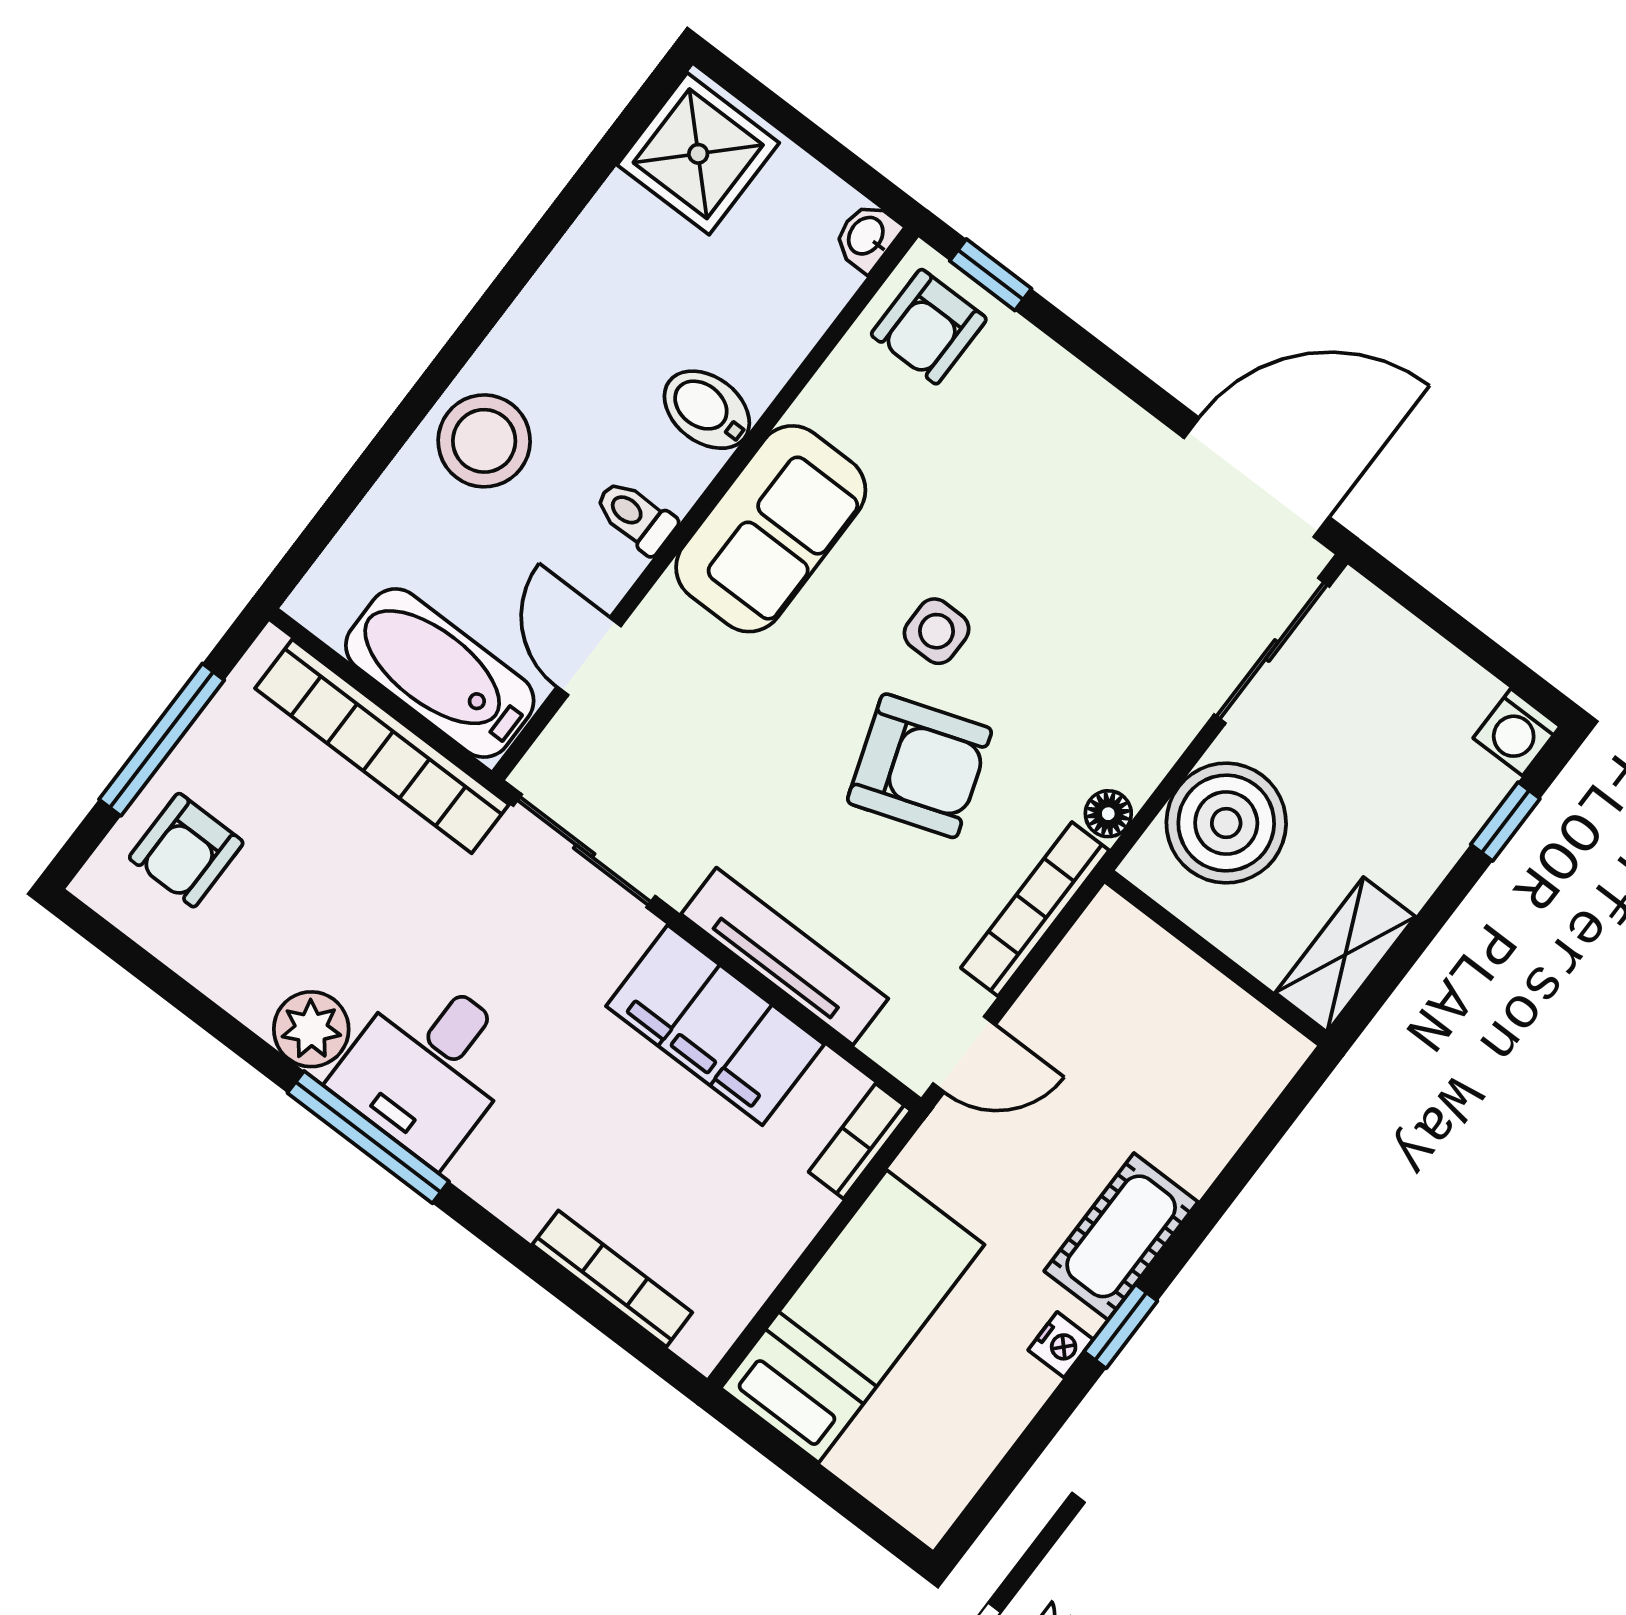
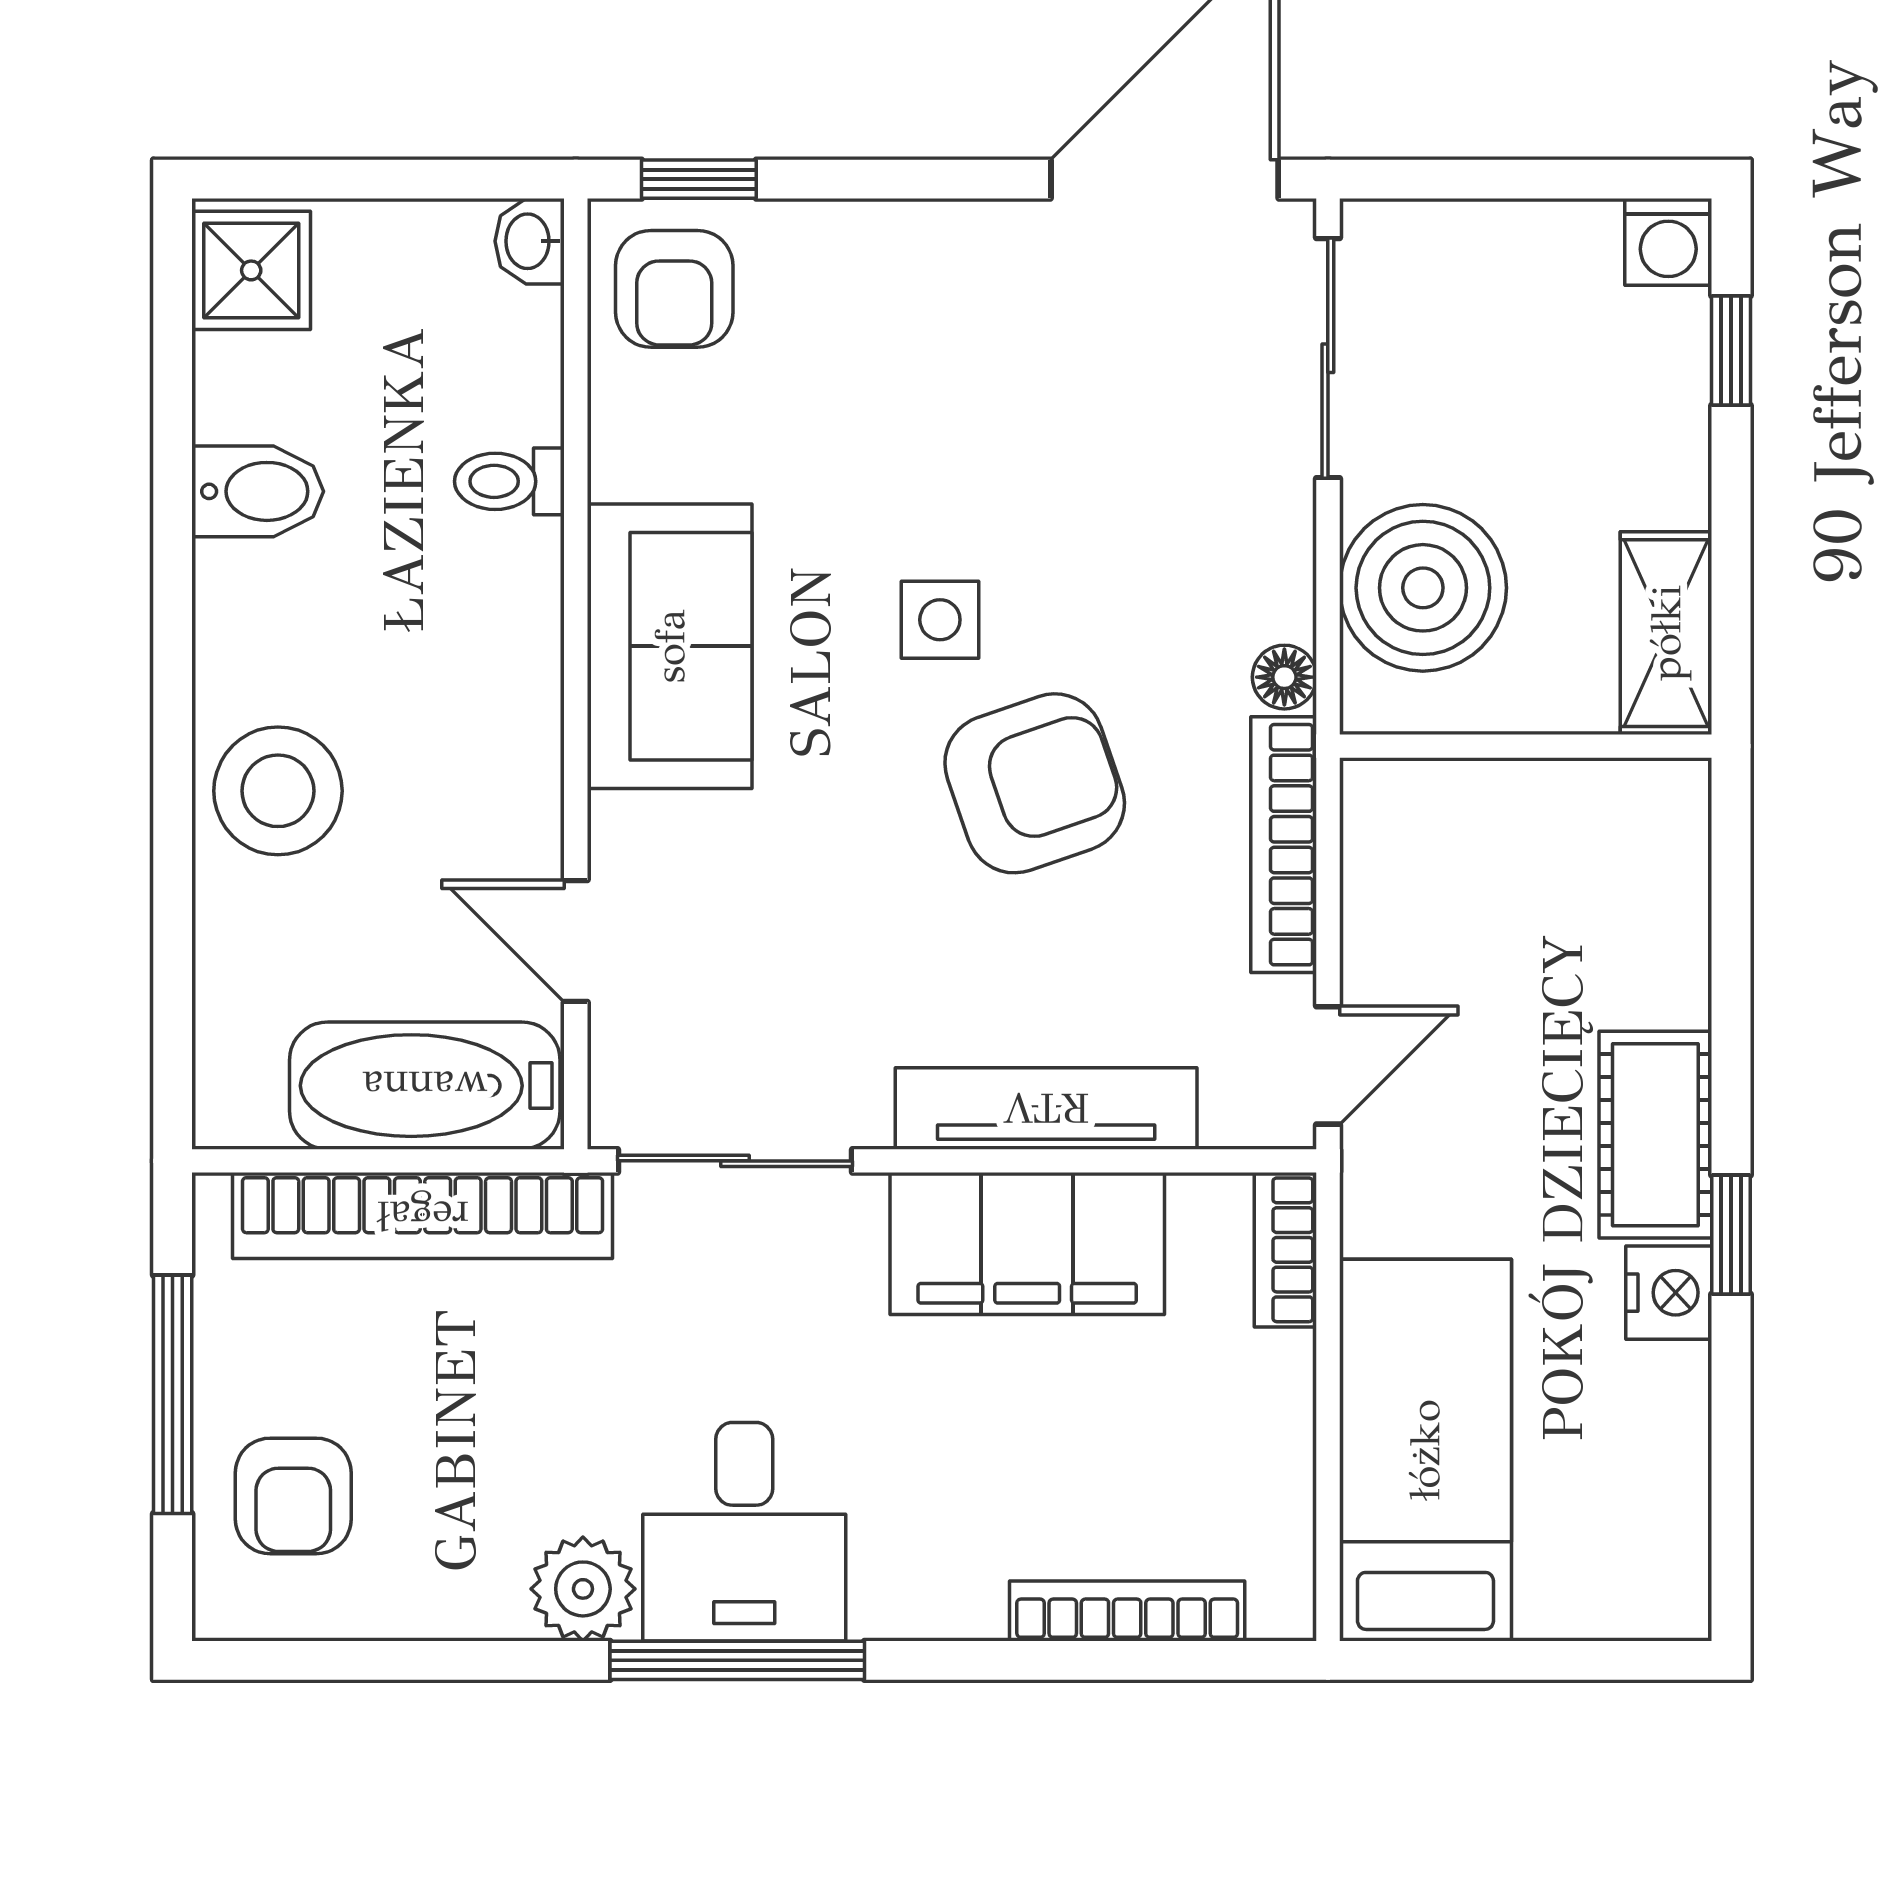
shower: (698, 154) -> (251, 270), width x0.73, depth x0.73
bidet: (707, 410) -> (258, 491), moved, turned 180
toilet: (635, 517) -> (509, 481), moved
nightstand: (1061, 1345) -> (1669, 1293), width x1.39, depth x1.35

